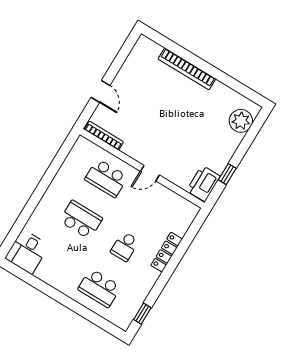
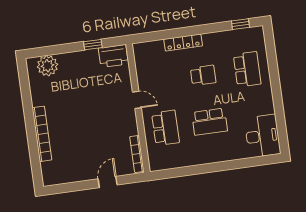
school desk: (81, 220) -> (210, 122), turned -90
desk: (27, 252) -> (262, 136), width x1.37

